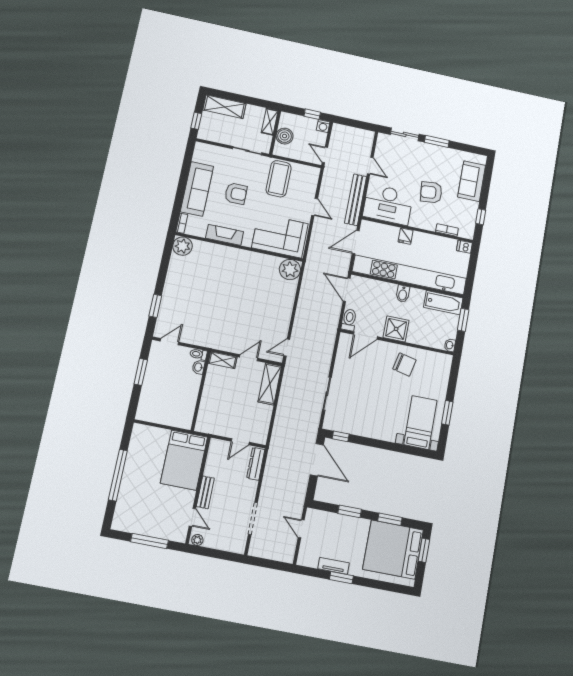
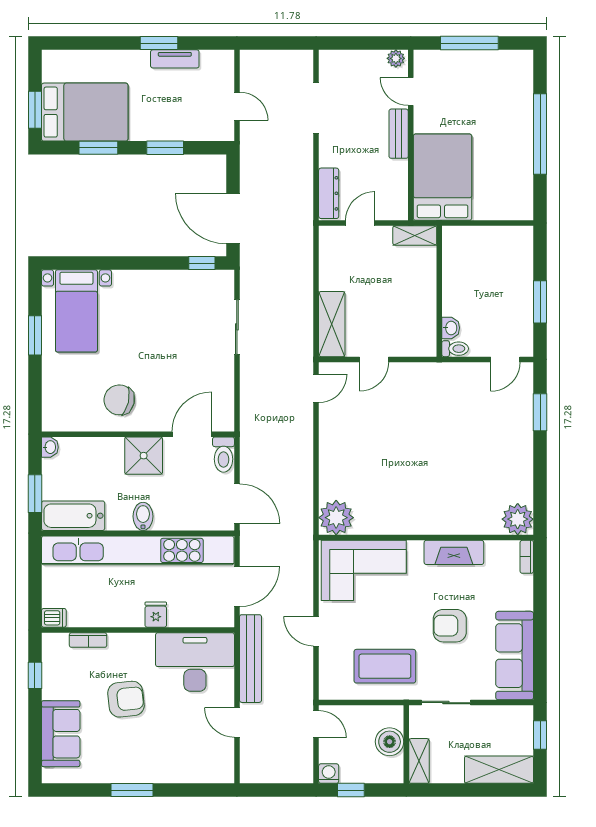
sliding door: (405, 134) -> (189, 790), removed
coffee table: (279, 179) -> (385, 666), turned 90
sofa: (197, 189) -> (515, 656), moved
shelving: (223, 360) -> (415, 235), moved
bed: (393, 550) -> (85, 112), width x0.73

